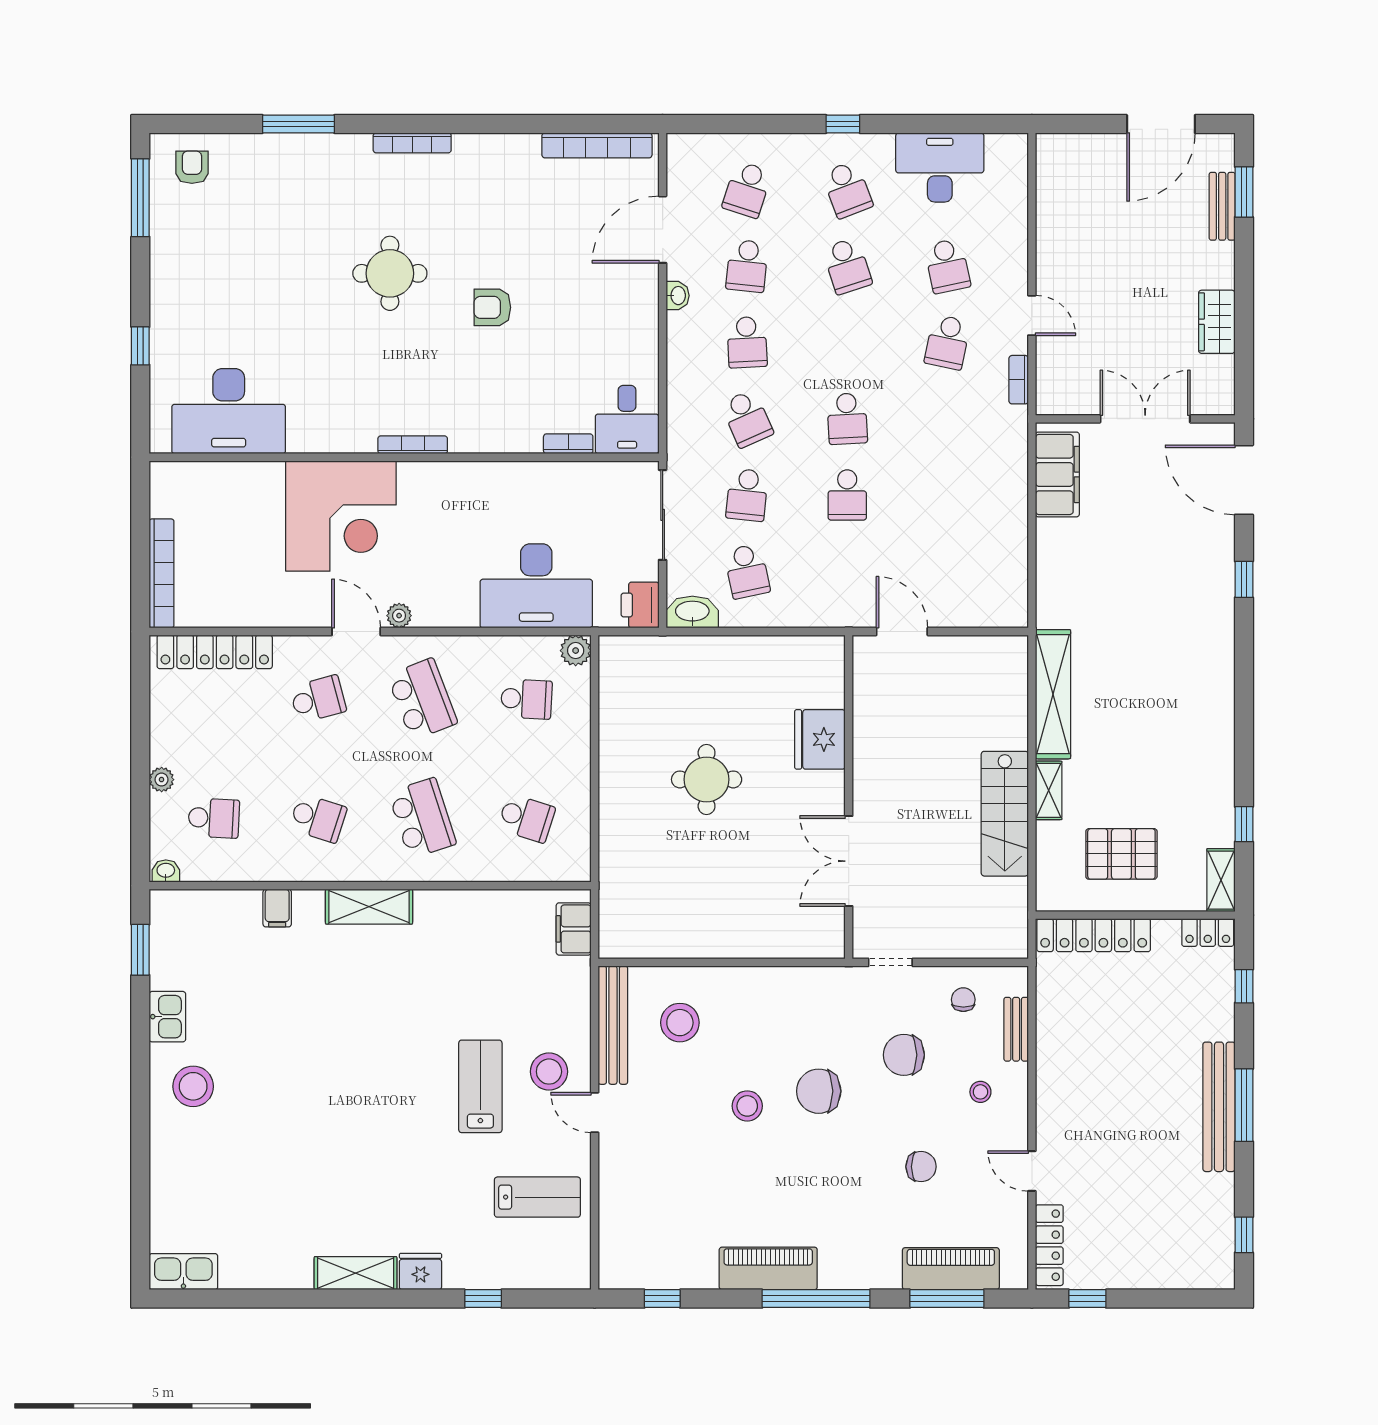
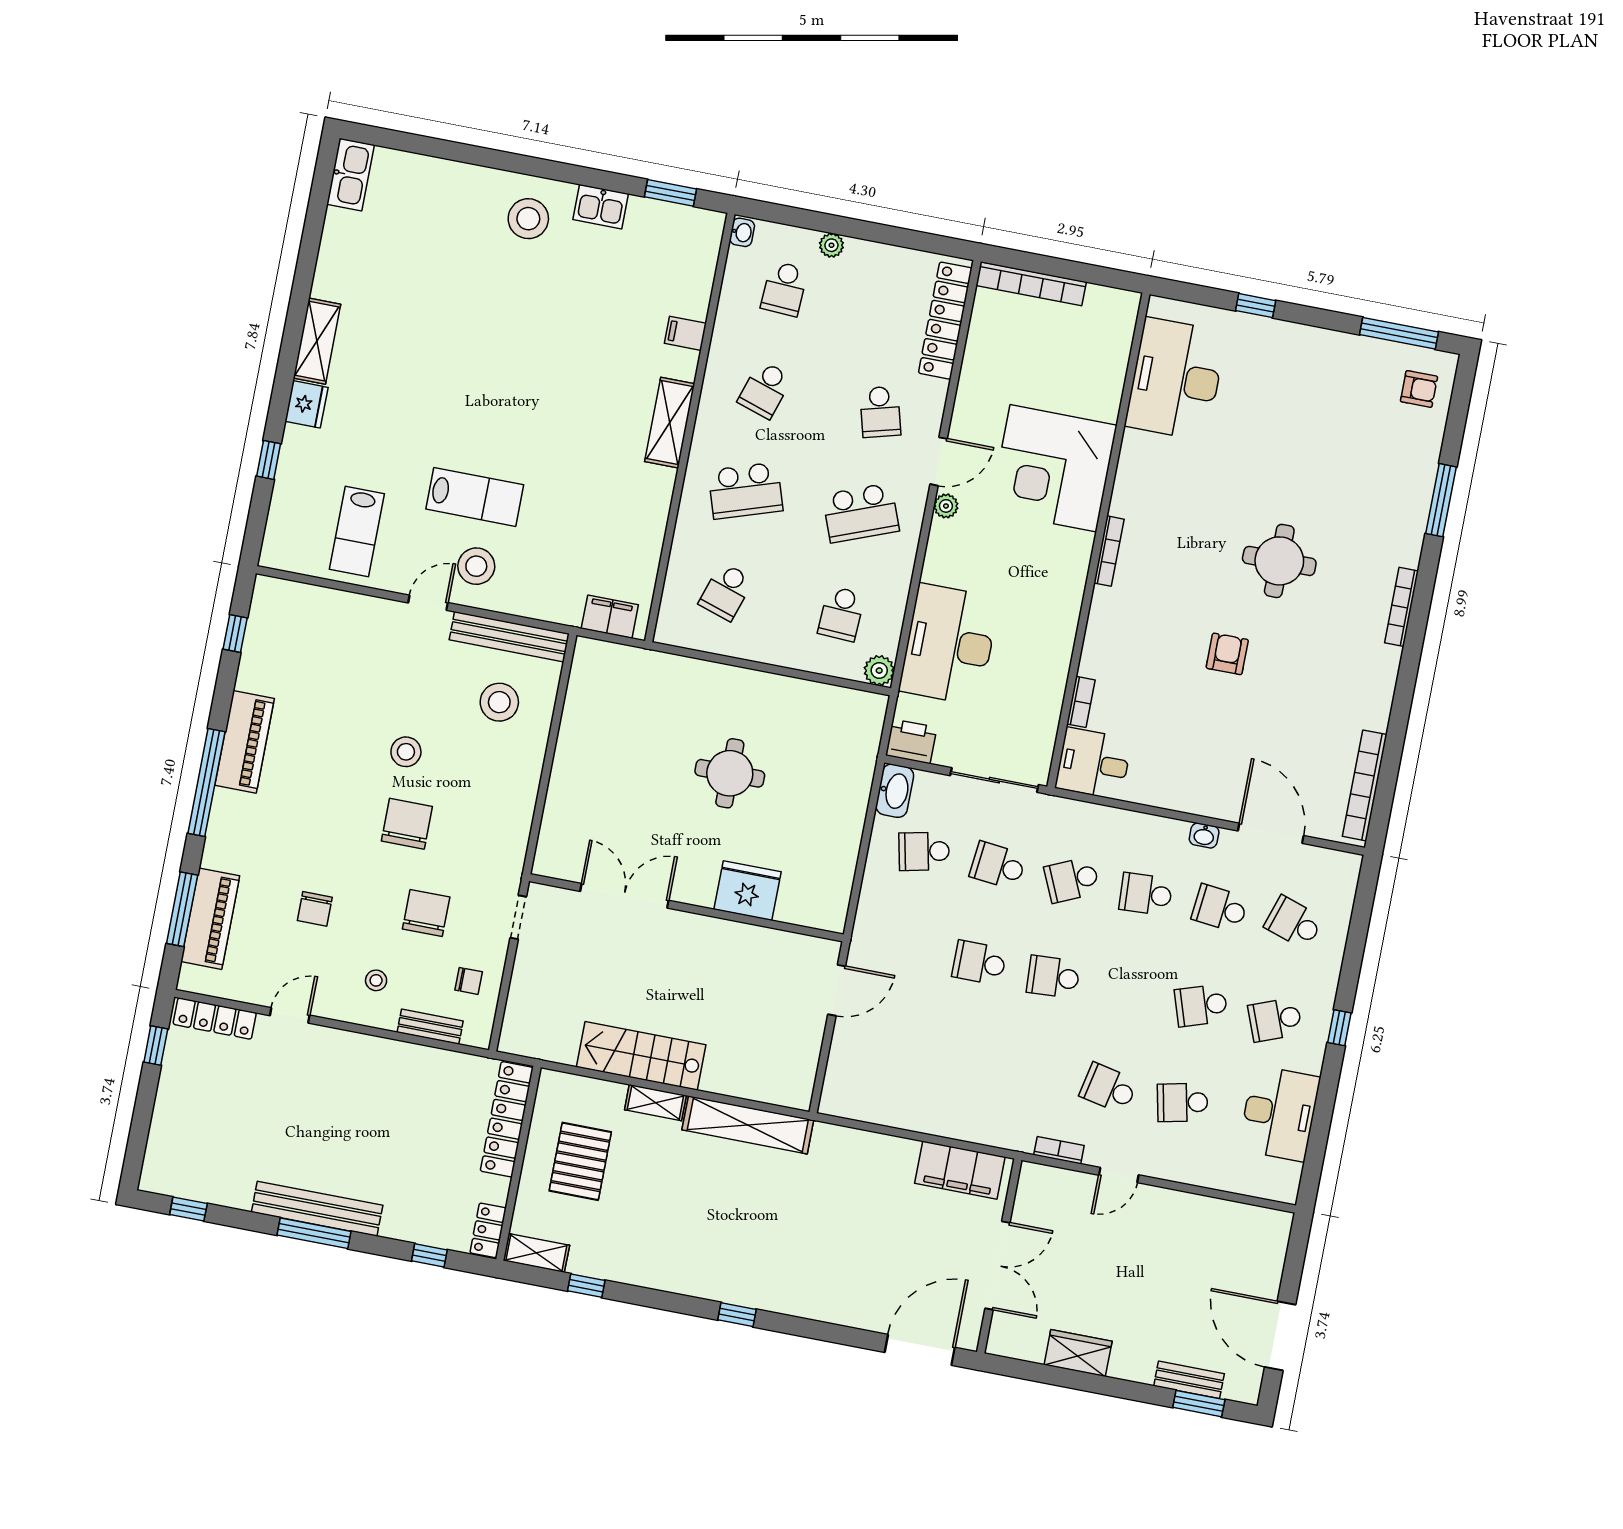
window: (1244, 579) -> (737, 1315), moved

